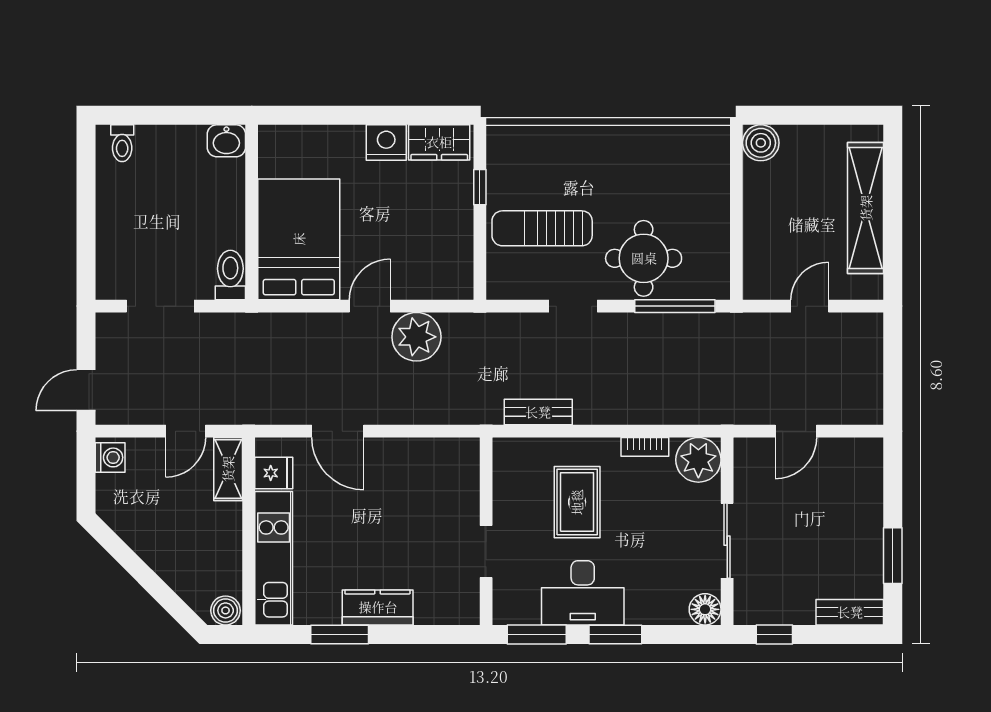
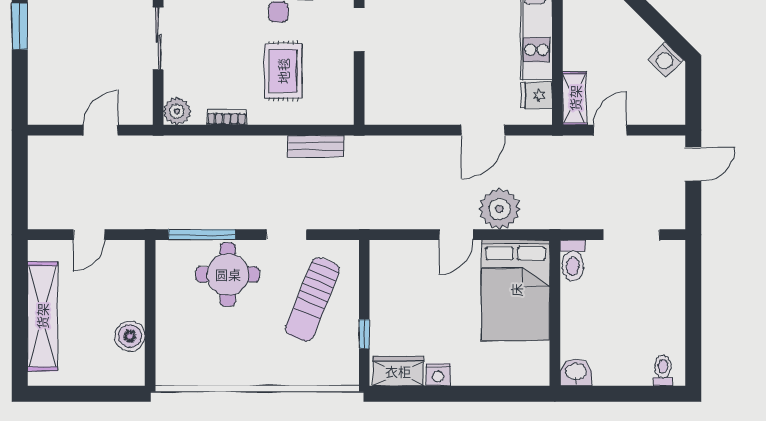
nightstand: (386, 143) -> (438, 375), width x0.74, depth x0.75
boiler: (761, 143) -> (130, 336), moved
sun lounger: (542, 228) -> (312, 299), turned 112
plant: (416, 337) -> (500, 209), moved
door: (338, 431) -> (483, 130), swing flipped
washing machine: (110, 457) -> (666, 60), moved, turned -45
plant: (698, 460) -> (177, 111), width x0.73, depth x0.73

